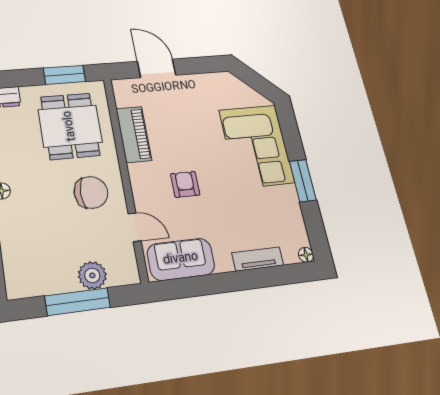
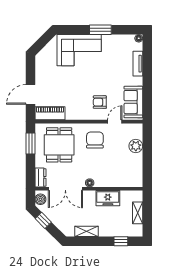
dining table: (70, 126) -> (59, 145), turned 90
piano: (134, 134) -> (50, 113), moved
armchair: (185, 184) -> (100, 102), moved
window: (78, 302) -> (147, 155), removed

